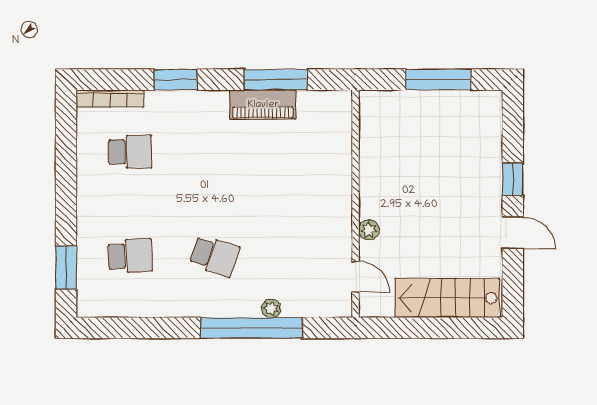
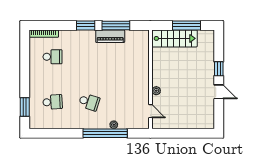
window: (176, 80) -> (86, 25), moved
stairs: (447, 298) -> (174, 38), moved, turned 180

